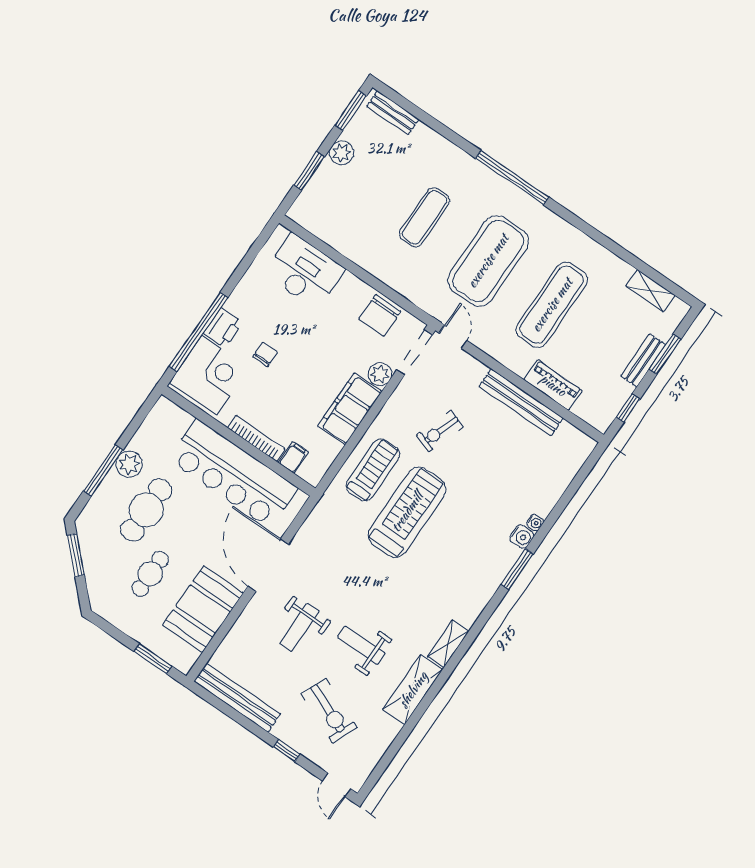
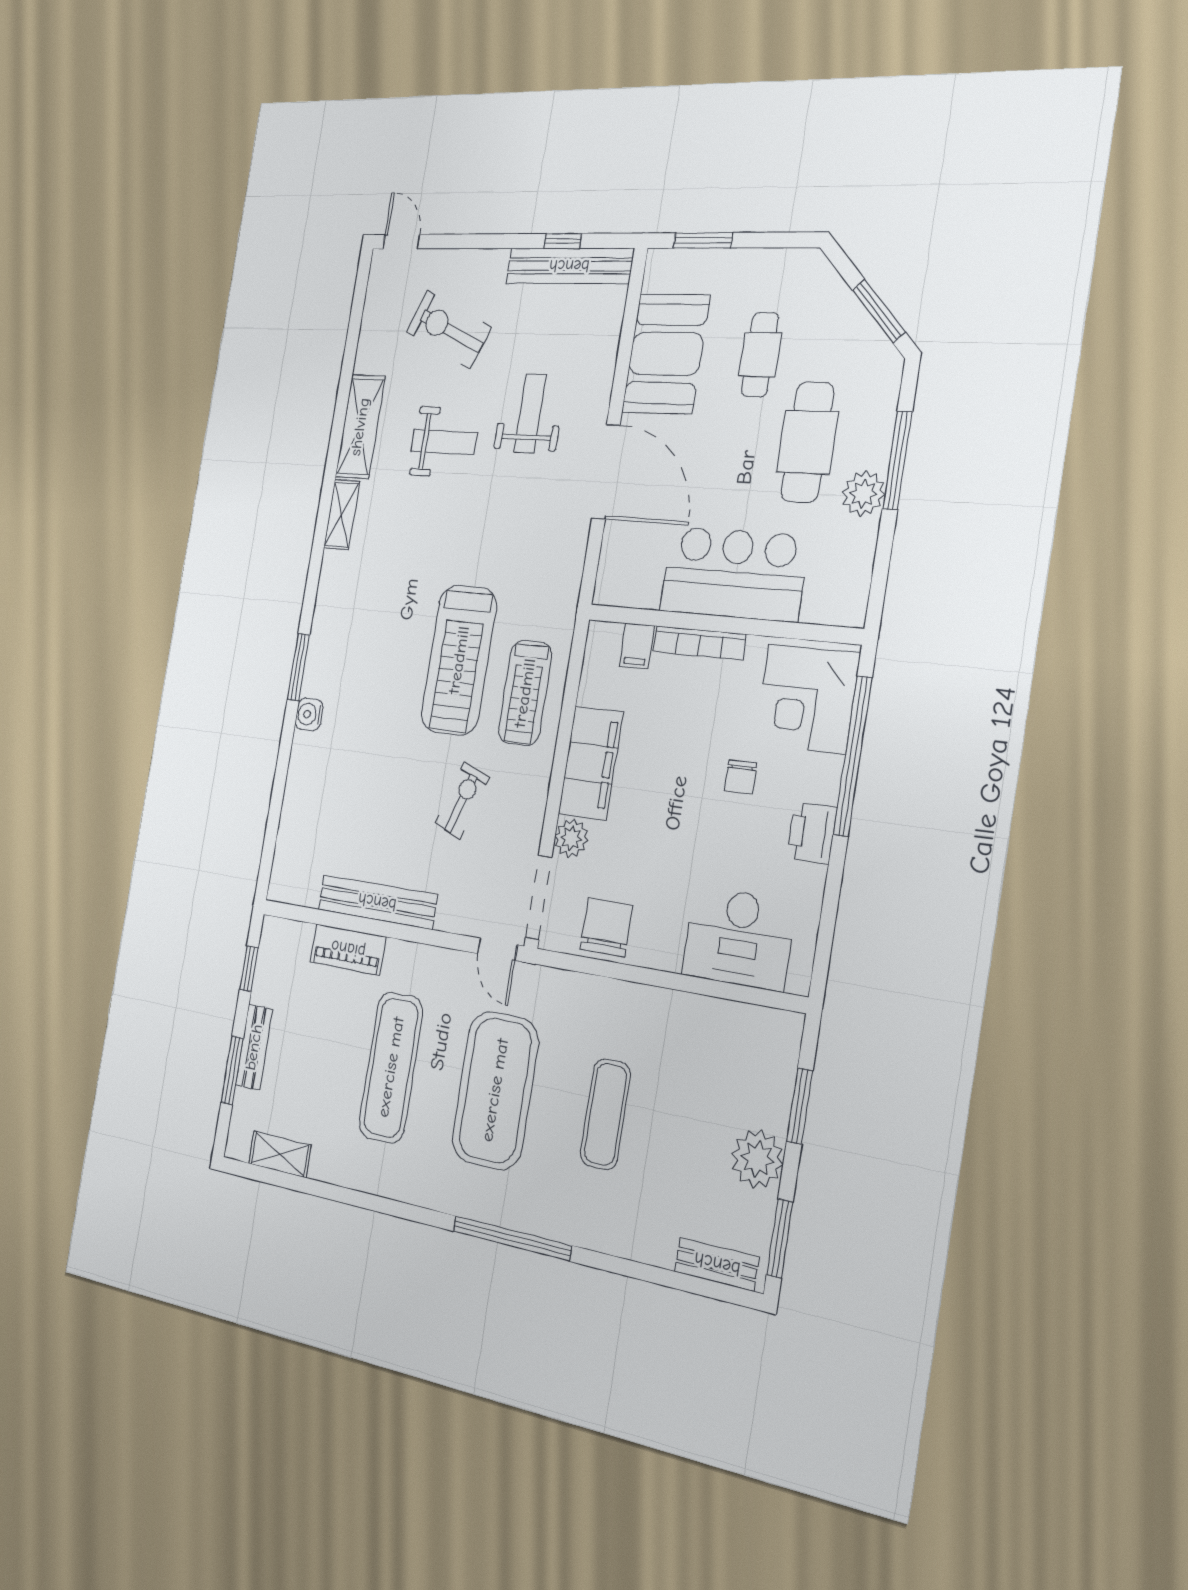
plant: (342, 153) -> (757, 1159), width x1.36, depth x1.36
printer: (223, 328) -> (812, 833), moved
bar counter: (233, 474) -> (734, 574), width x0.73
water cooler: (535, 523) -> (300, 743), removed
window: (287, 751) -> (563, 241), moved

